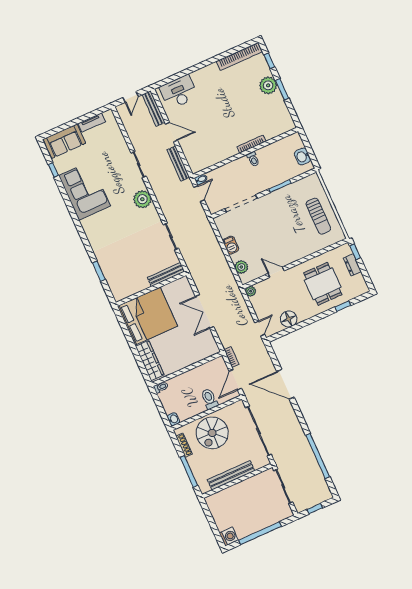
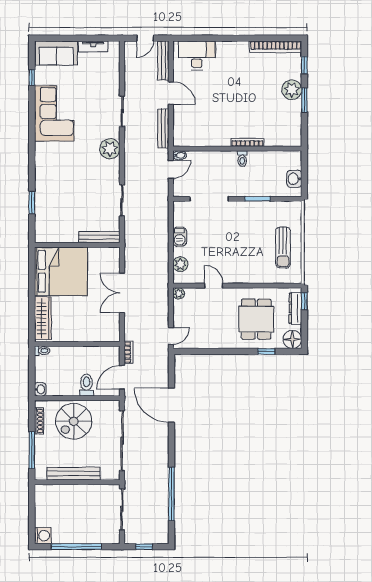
dresser: (352, 265) -> (295, 308), width x1.44
floor lamp: (289, 319) -> (292, 339), moved

